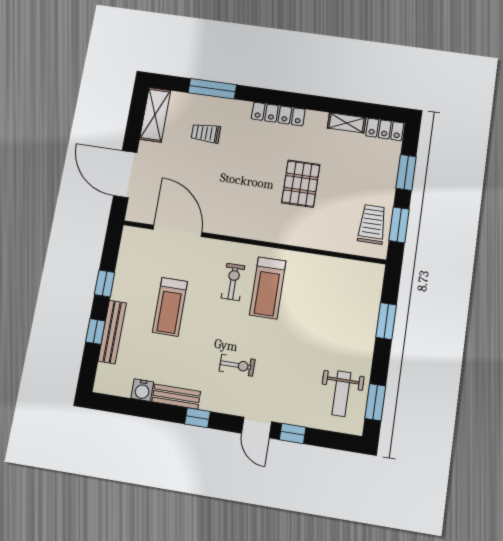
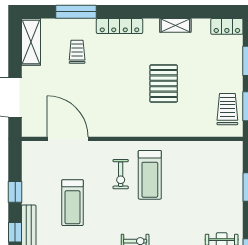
locker: (278, 114) -> (120, 26), moved
shelving: (347, 123) -> (175, 25), moved
trolley: (206, 133) -> (77, 52), turned 90
exercise bike: (233, 282) -> (121, 174), turned 180

